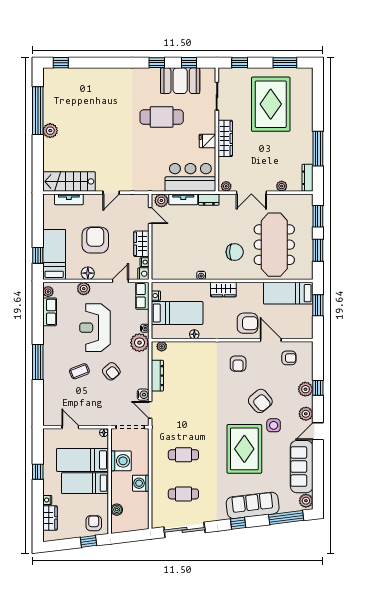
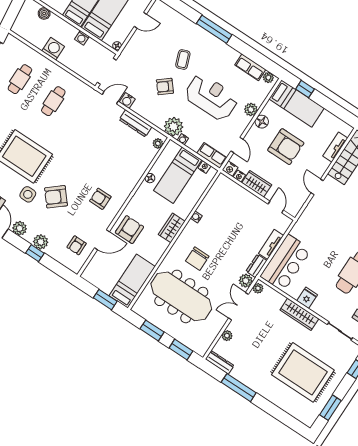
plant: (161, 200) -> (246, 281), moved
door: (150, 216) -> (276, 207), swing flipped
armchair: (248, 323) -> (129, 230), turned 180
washing machine: (121, 461) -> (82, 38), width x0.53, depth x0.53

